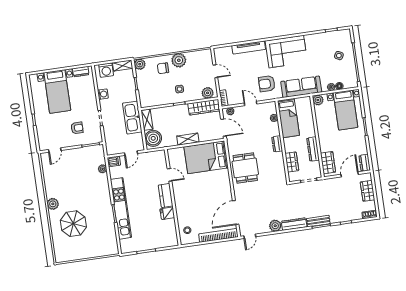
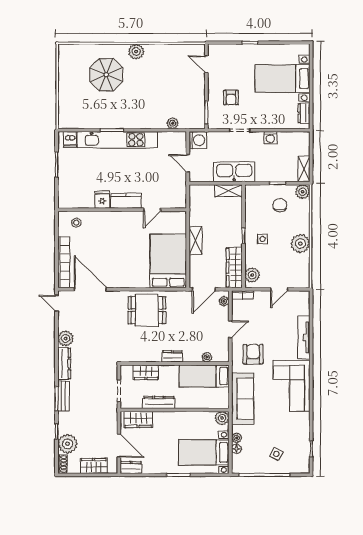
chair: (163, 68) -> (280, 205), moved
washing machine: (106, 70) -> (198, 140), moved, turned 180
boiler: (153, 138) -> (203, 195), removed
dishwasher: (114, 161) -> (70, 139), moved
plant: (354, 213) -> (68, 444), added

